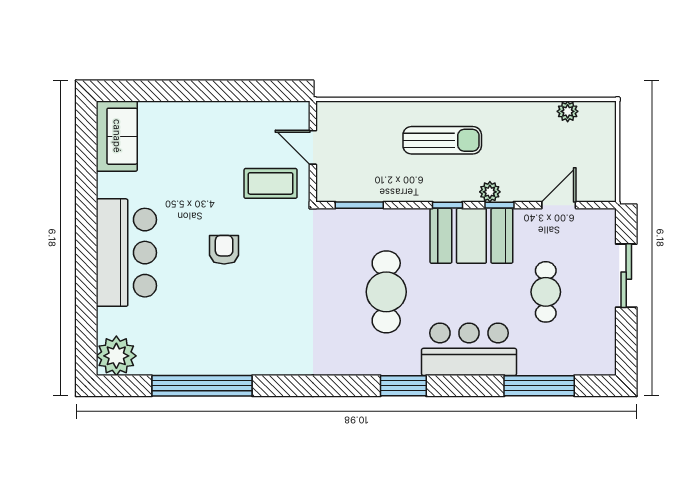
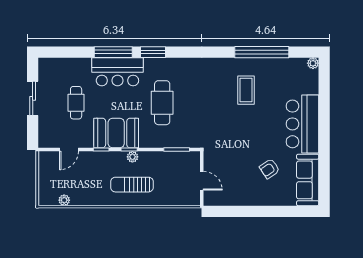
sofa: (117, 136) -> (308, 180), width x1.36
coffee table: (271, 183) -> (246, 90), moved, turned 90
plant: (490, 192) -> (132, 157), moved
armchair: (224, 250) -> (270, 169), moved, turned 56
sliding door: (626, 276) -> (33, 98), moved
plant: (116, 356) -> (313, 63), width x0.53, depth x0.53
window: (539, 386) -> (113, 52), moved

